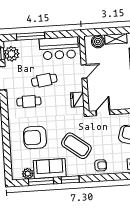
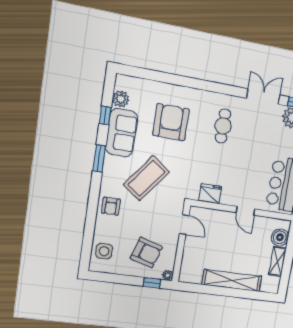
cafe table: (44, 80) -> (247, 154), removed
window: (41, 181) -> (105, 116), width x0.46

